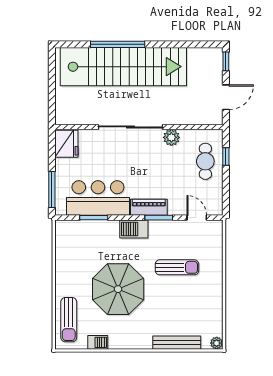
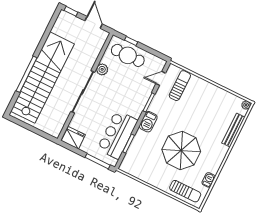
cafe table: (205, 161) -> (128, 55), width x1.37, depth x1.35
piano: (149, 207) -> (139, 105), removed
sun lounger: (177, 267) -> (180, 86), moved

